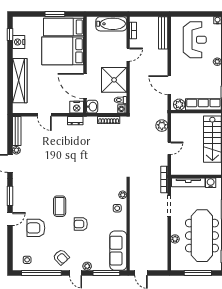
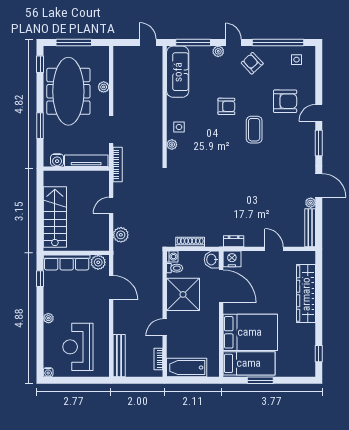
nightstand: (19, 42) -> (308, 344), removed

